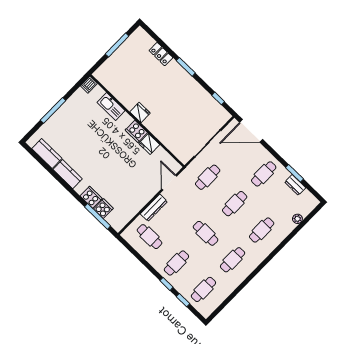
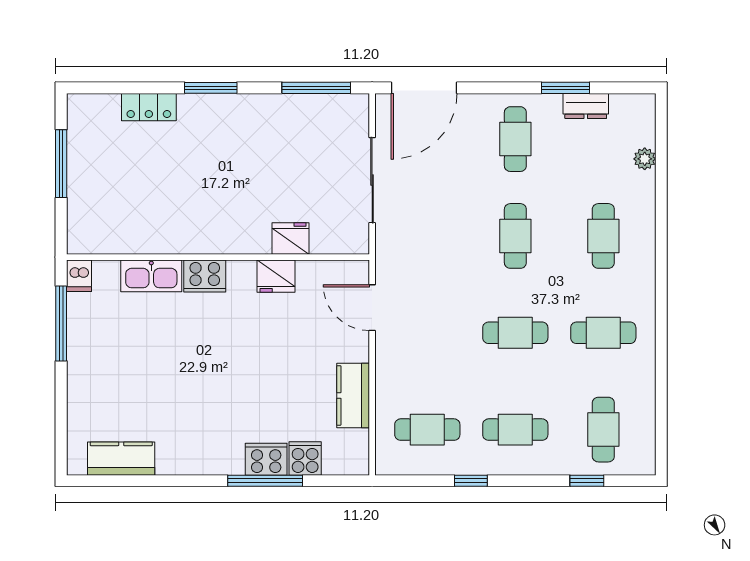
window: (218, 98) -> (316, 88), width x2.17
window: (53, 110) -> (61, 324), moved
fridge: (140, 113) -> (290, 239), moved
cooker: (136, 131) -> (205, 276), moved
kitchen counter: (68, 174) -> (353, 395), moved, turned -90
cafe table: (208, 177) -> (427, 236), removed
dresser: (154, 208) -> (388, 374), removed
window: (97, 216) -> (265, 481), moved
cafe table: (233, 260) -> (603, 333), turned 90
cafe table: (176, 263) -> (515, 430), turned 90
window: (166, 284) -> (471, 481), moved

